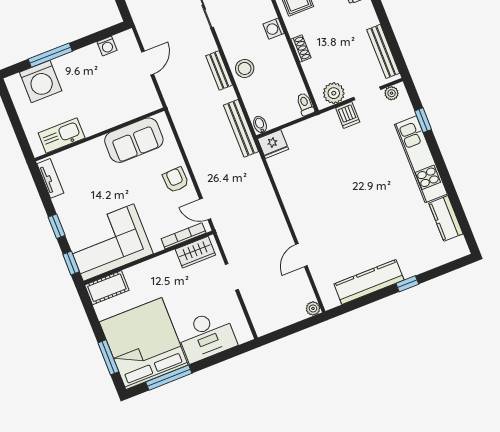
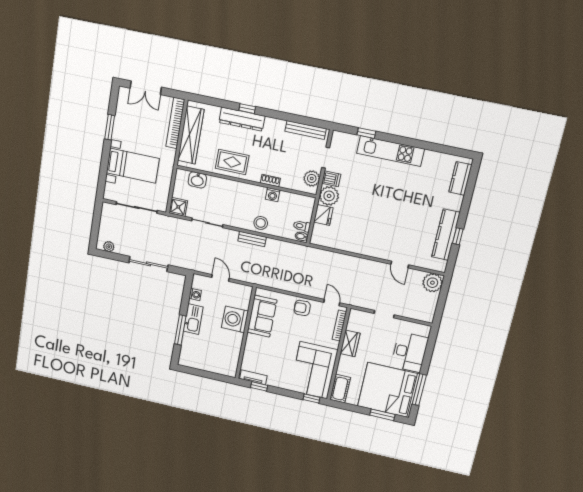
washing machine: (274, 29) -> (273, 195), moved
washing machine: (41, 82) -> (235, 319), moved, turned 180
plant: (392, 93) -> (329, 196), moved, width x1.88, depth x1.88
toilet: (305, 104) -> (302, 226), moved
bench: (241, 128) -> (296, 249), removed
kitchen sink: (62, 136) -> (193, 319), moved, turned 180
fridge: (273, 144) -> (323, 215), moved
door: (205, 209) -> (332, 303), swing flipped
kitchen counter: (446, 218) -> (460, 178), moved, turned 90
window: (57, 226) -> (259, 386), moved
wardrobe: (195, 252) -> (350, 343), moved
window: (407, 284) -> (458, 236), moved
plant: (313, 308) -> (432, 283), width x1.88, depth x1.88

